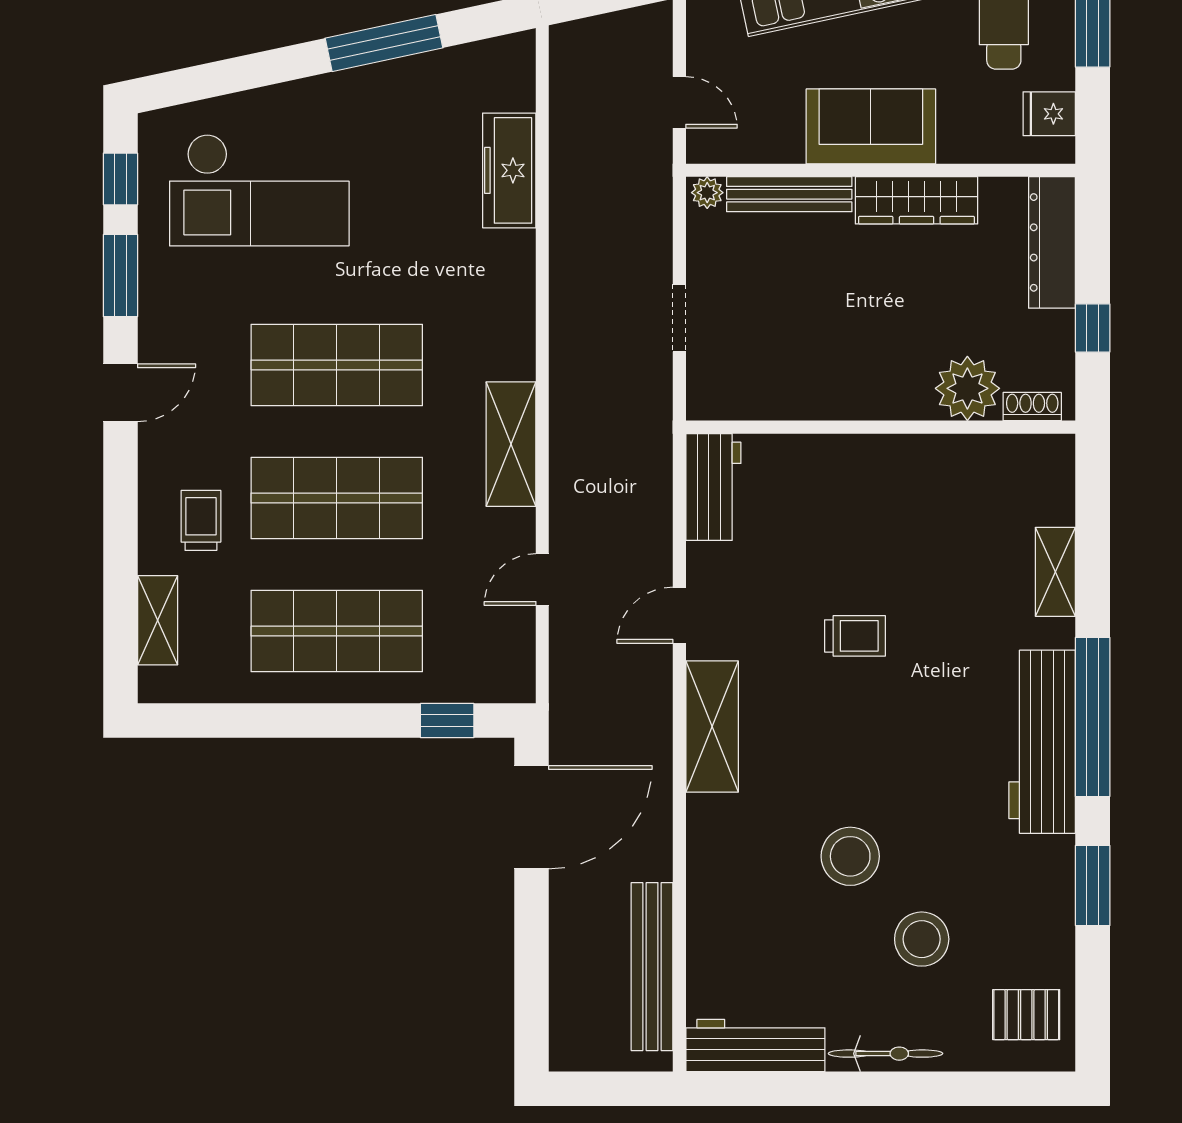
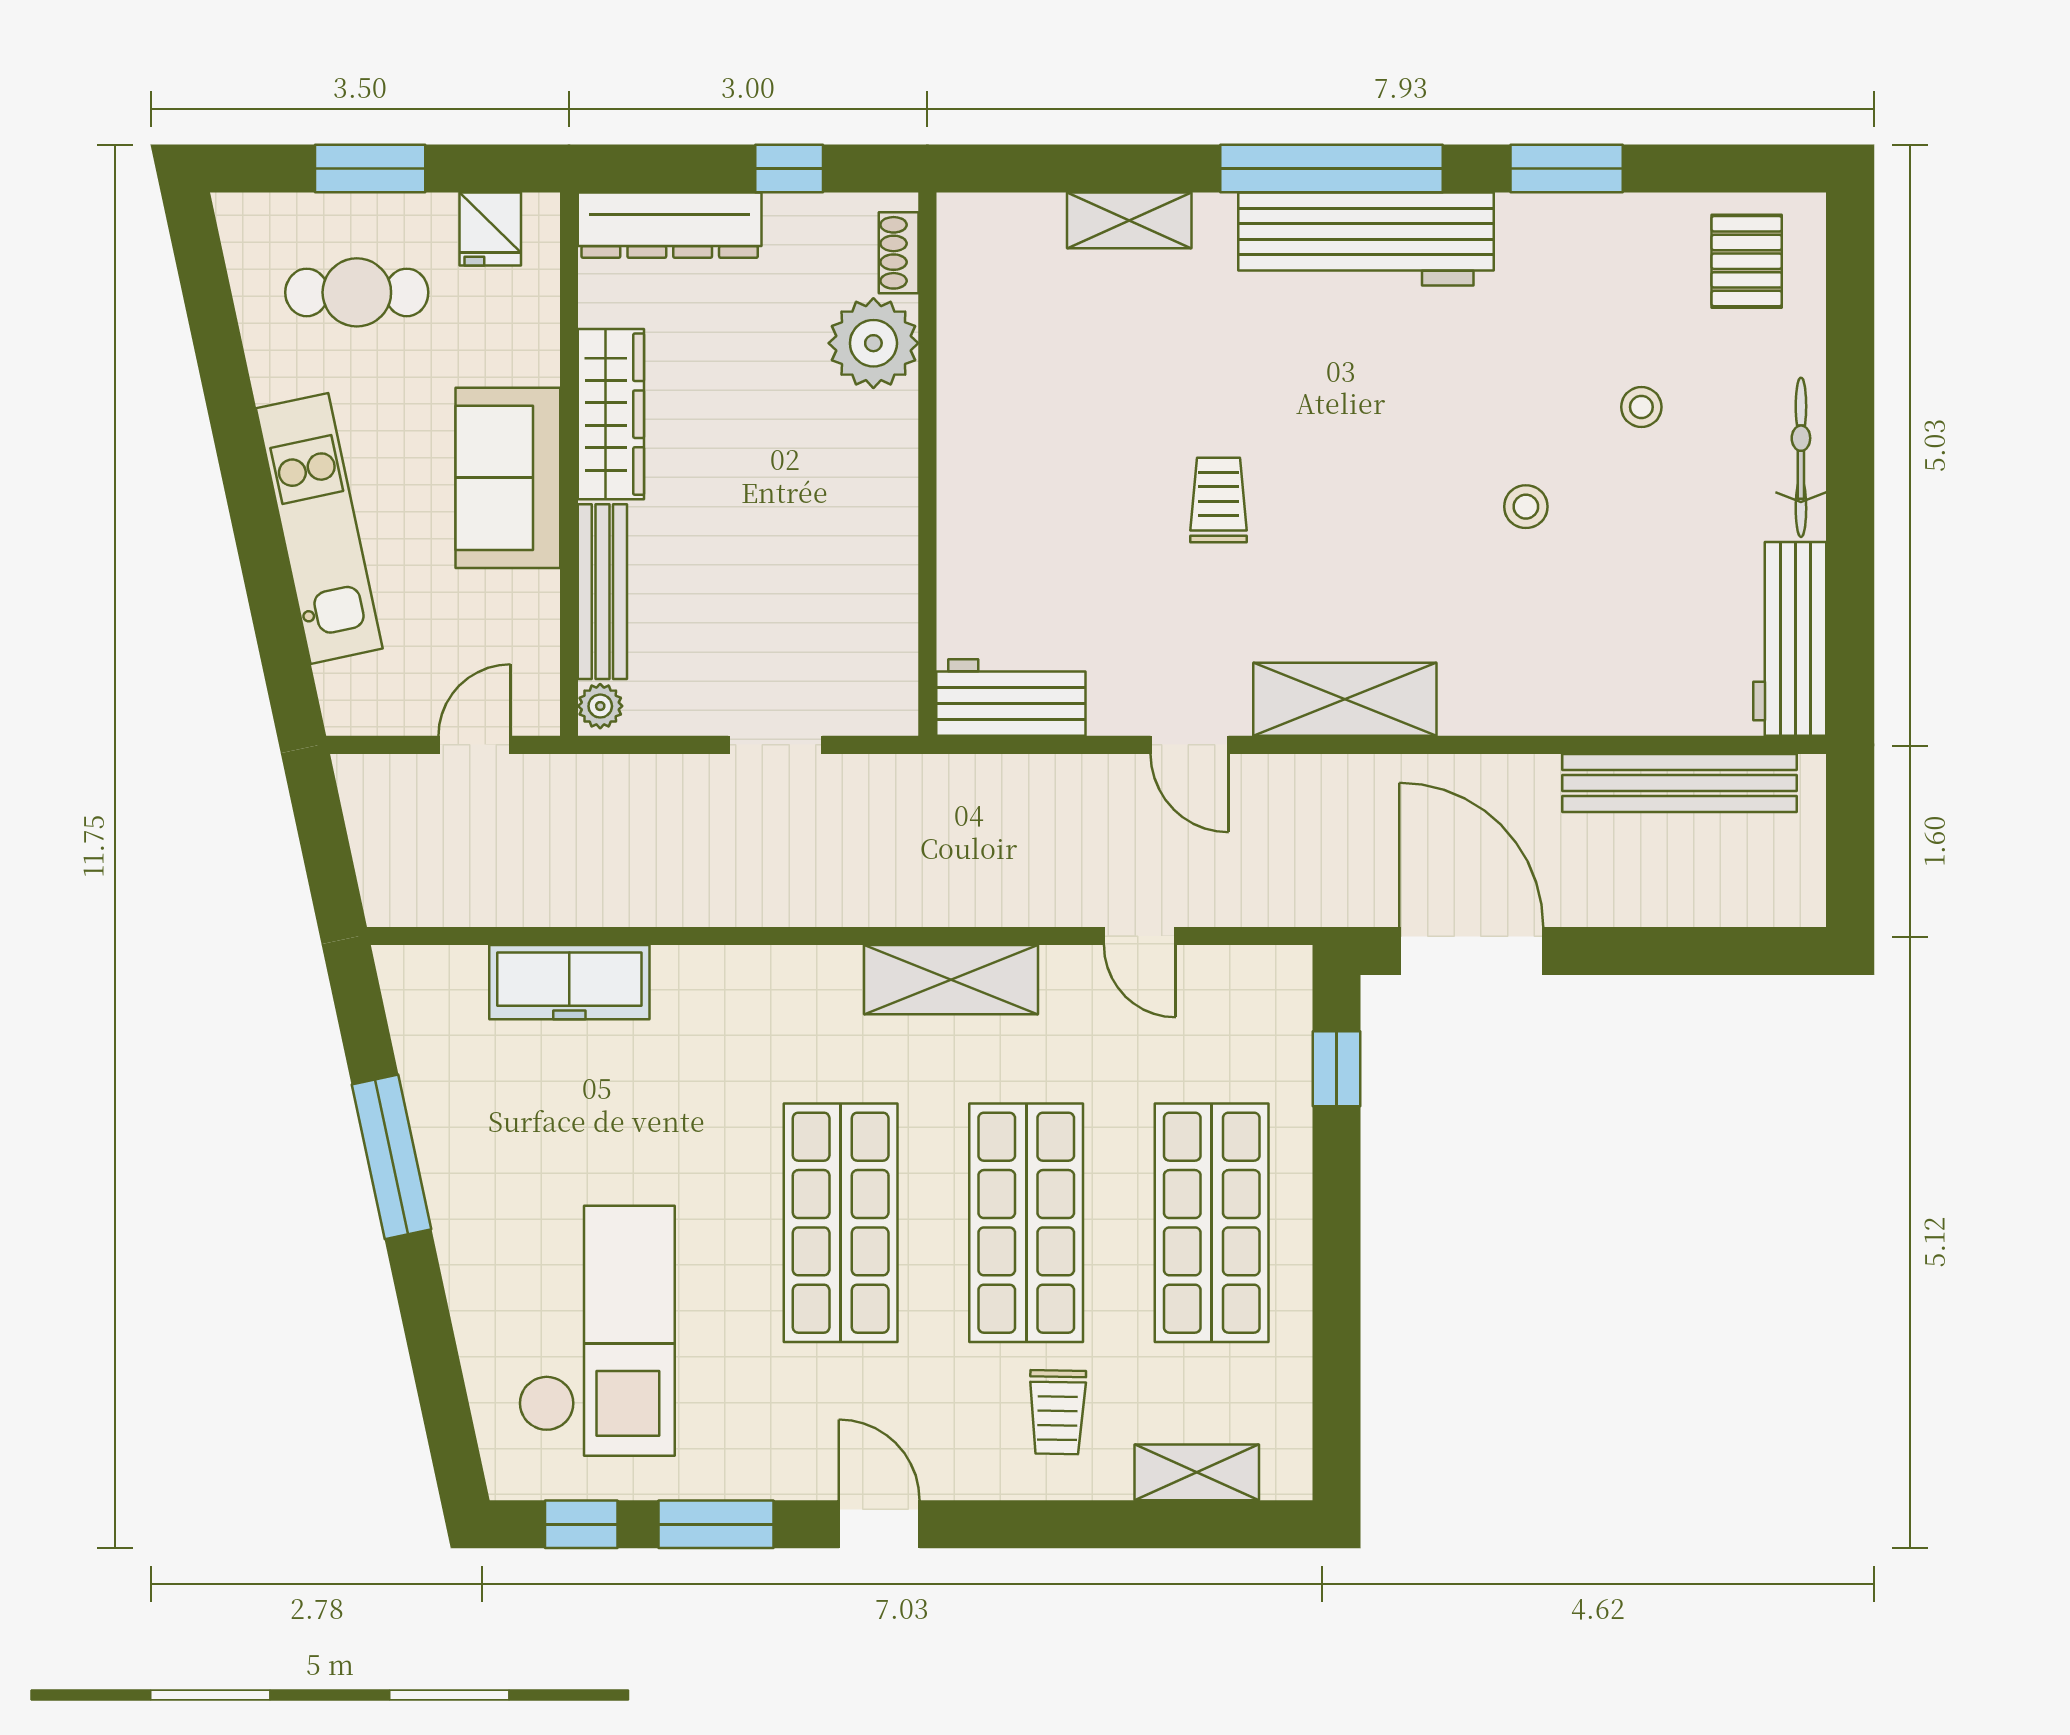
trolley: (201, 520) -> (1058, 1412), turned -89
stool: (850, 856) -> (1526, 507), width x0.53, depth x0.53
stool: (922, 939) -> (1641, 407), width x0.53, depth x0.53

